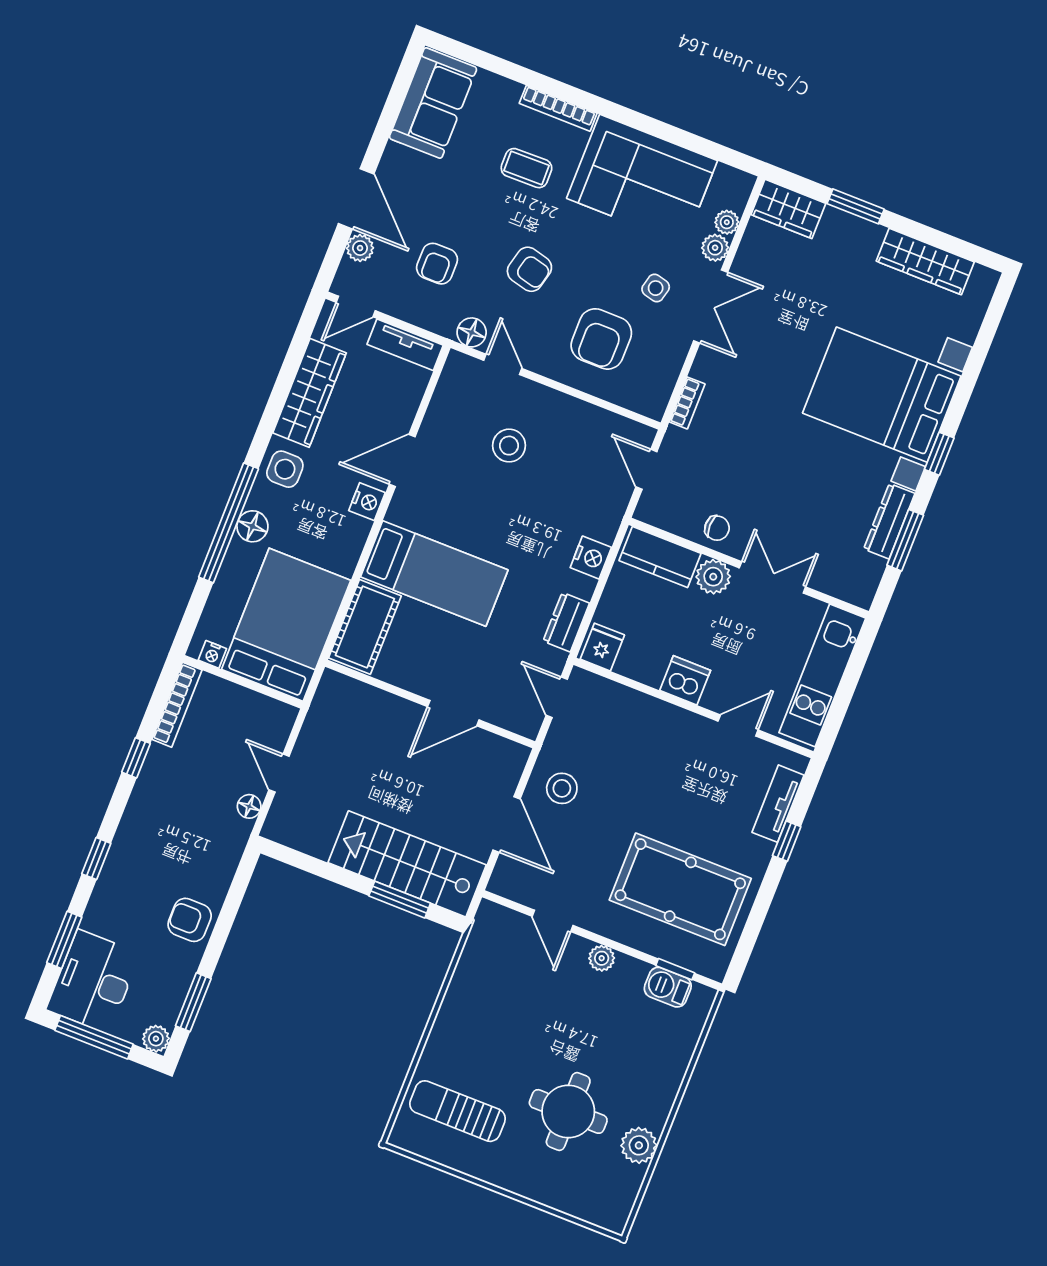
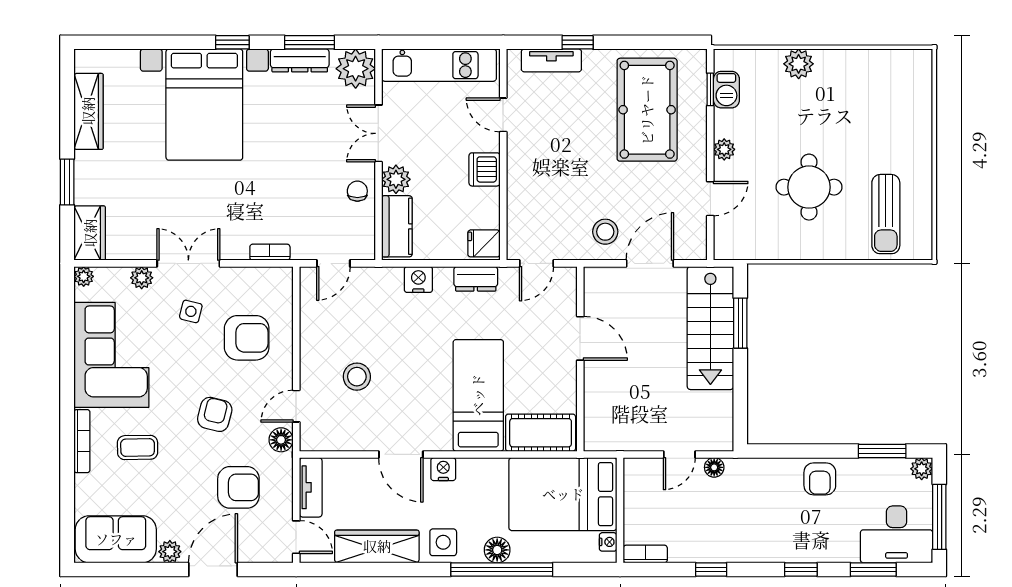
coffee table: (526, 168) -> (138, 447), turned 90
plant: (727, 222) -> (84, 276), moved
plant: (360, 248) -> (170, 552), moved
armchair: (437, 264) -> (238, 487), width x1.38, depth x1.38
plant: (855, 580) -> (356, 69), added
bookcase: (177, 705) -> (645, 554), width x0.64
round table: (568, 1111) -> (809, 187), moved
plant: (639, 1145) -> (799, 64), moved

